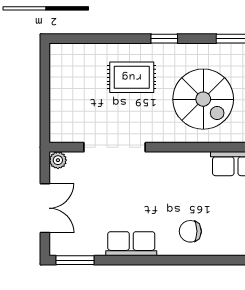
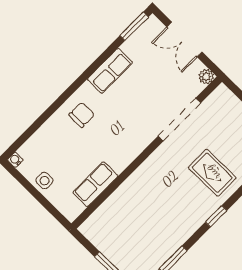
rug: (132, 77) -> (212, 173), turned 90
spiral stairs: (203, 99) -> (155, 203), removed

